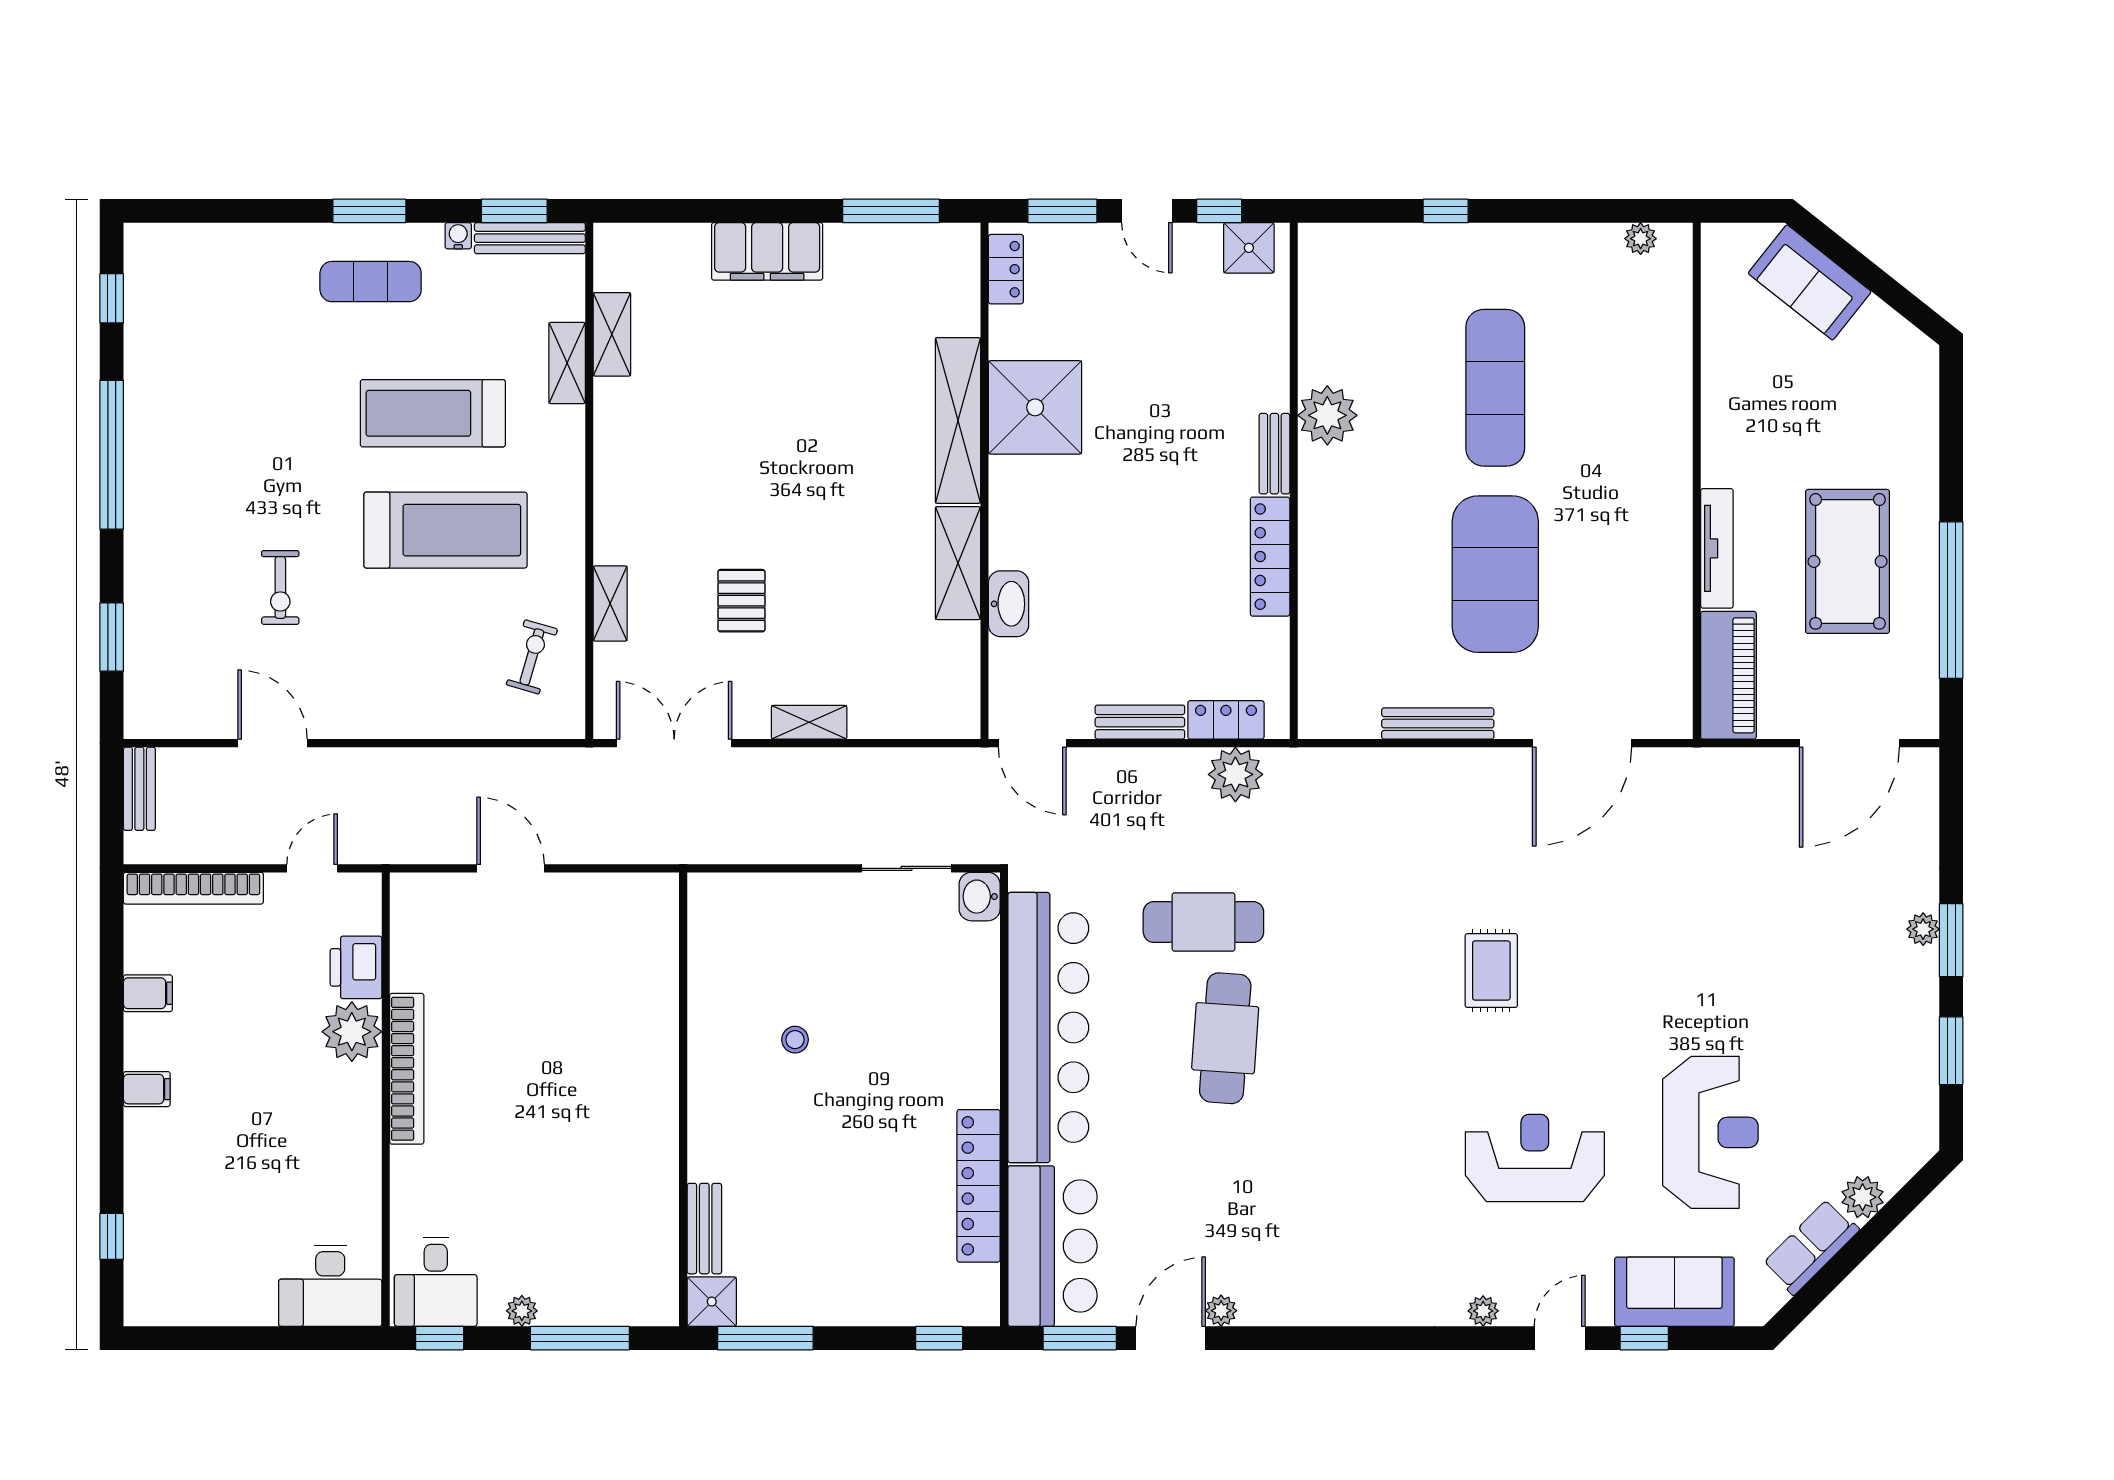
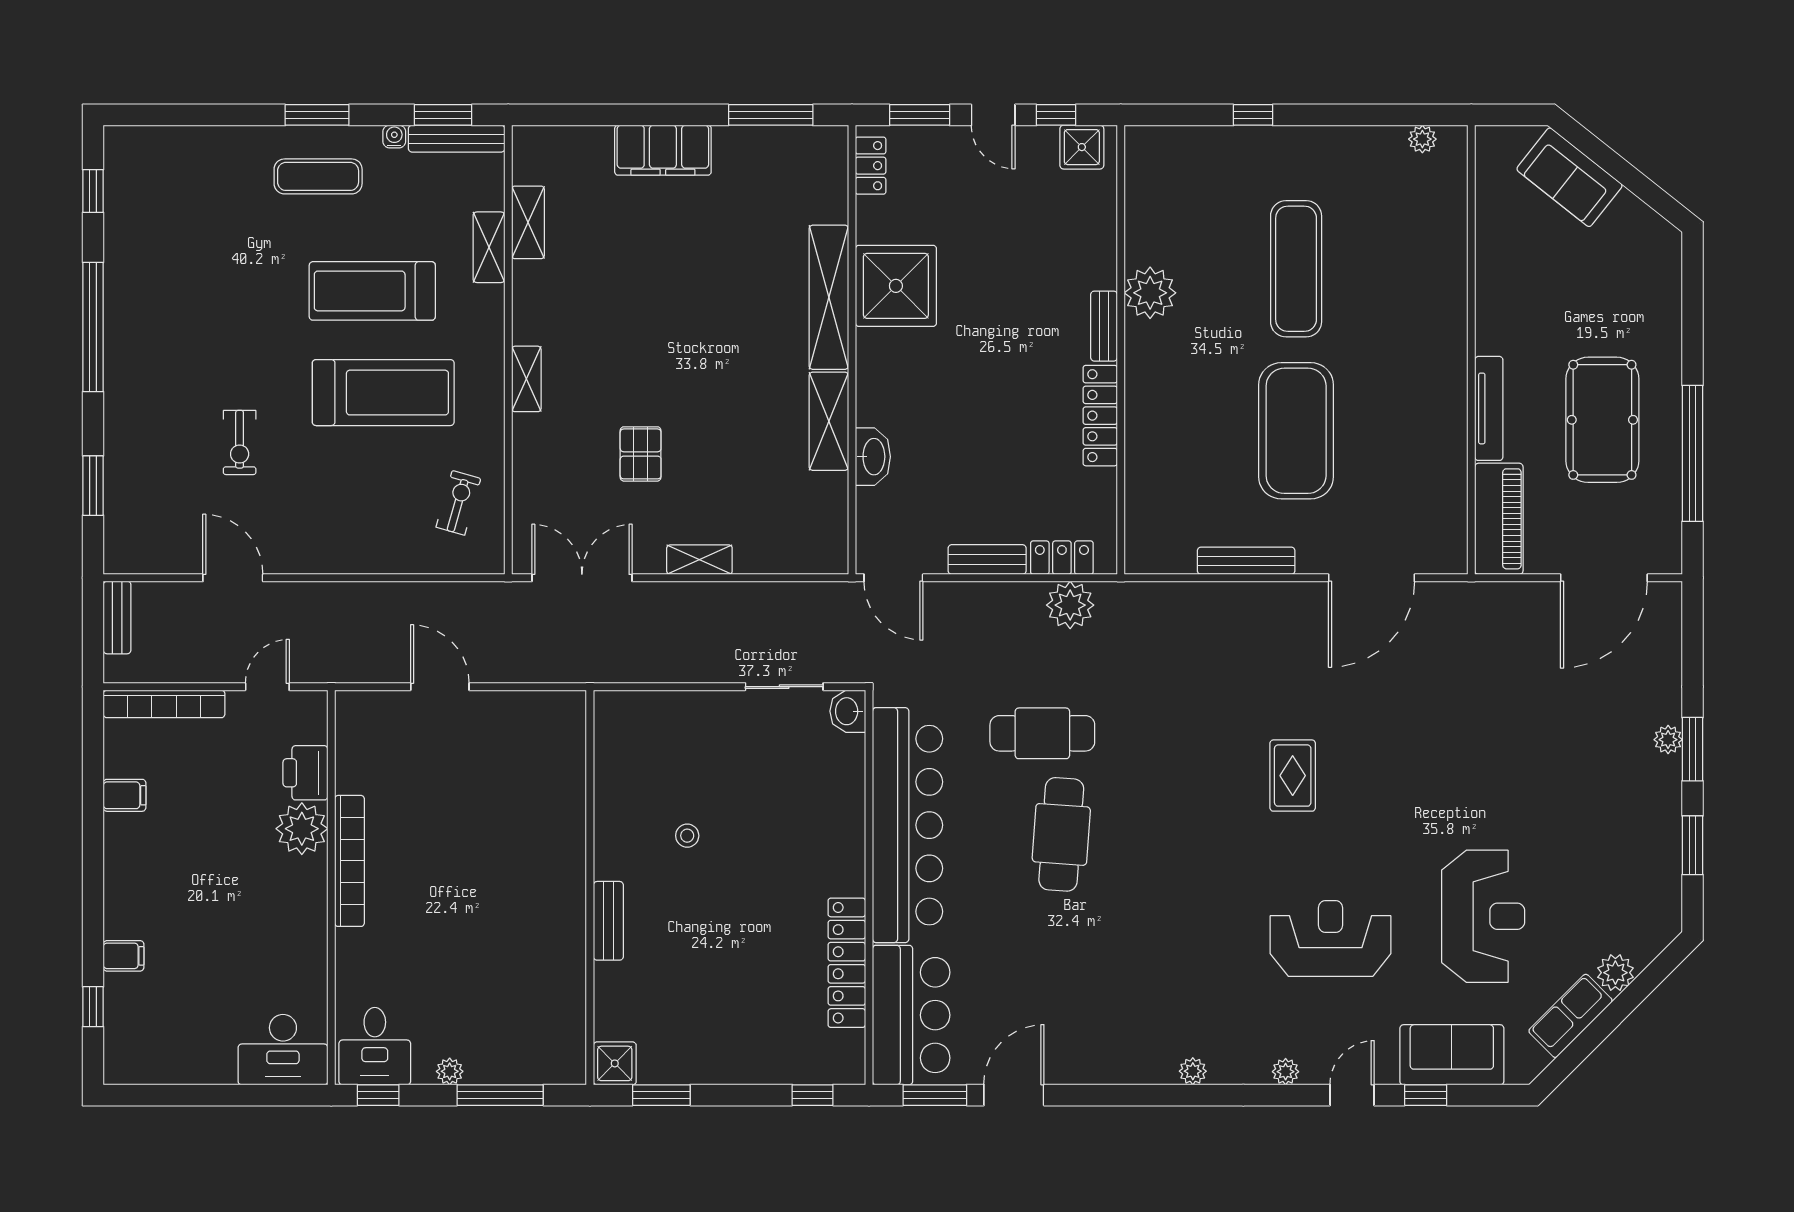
shelving: (610, 603) -> (526, 379), moved
filing cabinet: (147, 1089) -> (124, 956), moved
bench: (704, 1229) -> (608, 921), moved
plant: (1221, 1311) -> (1193, 1071), moved
window: (765, 1338) -> (661, 1095), width x0.69

